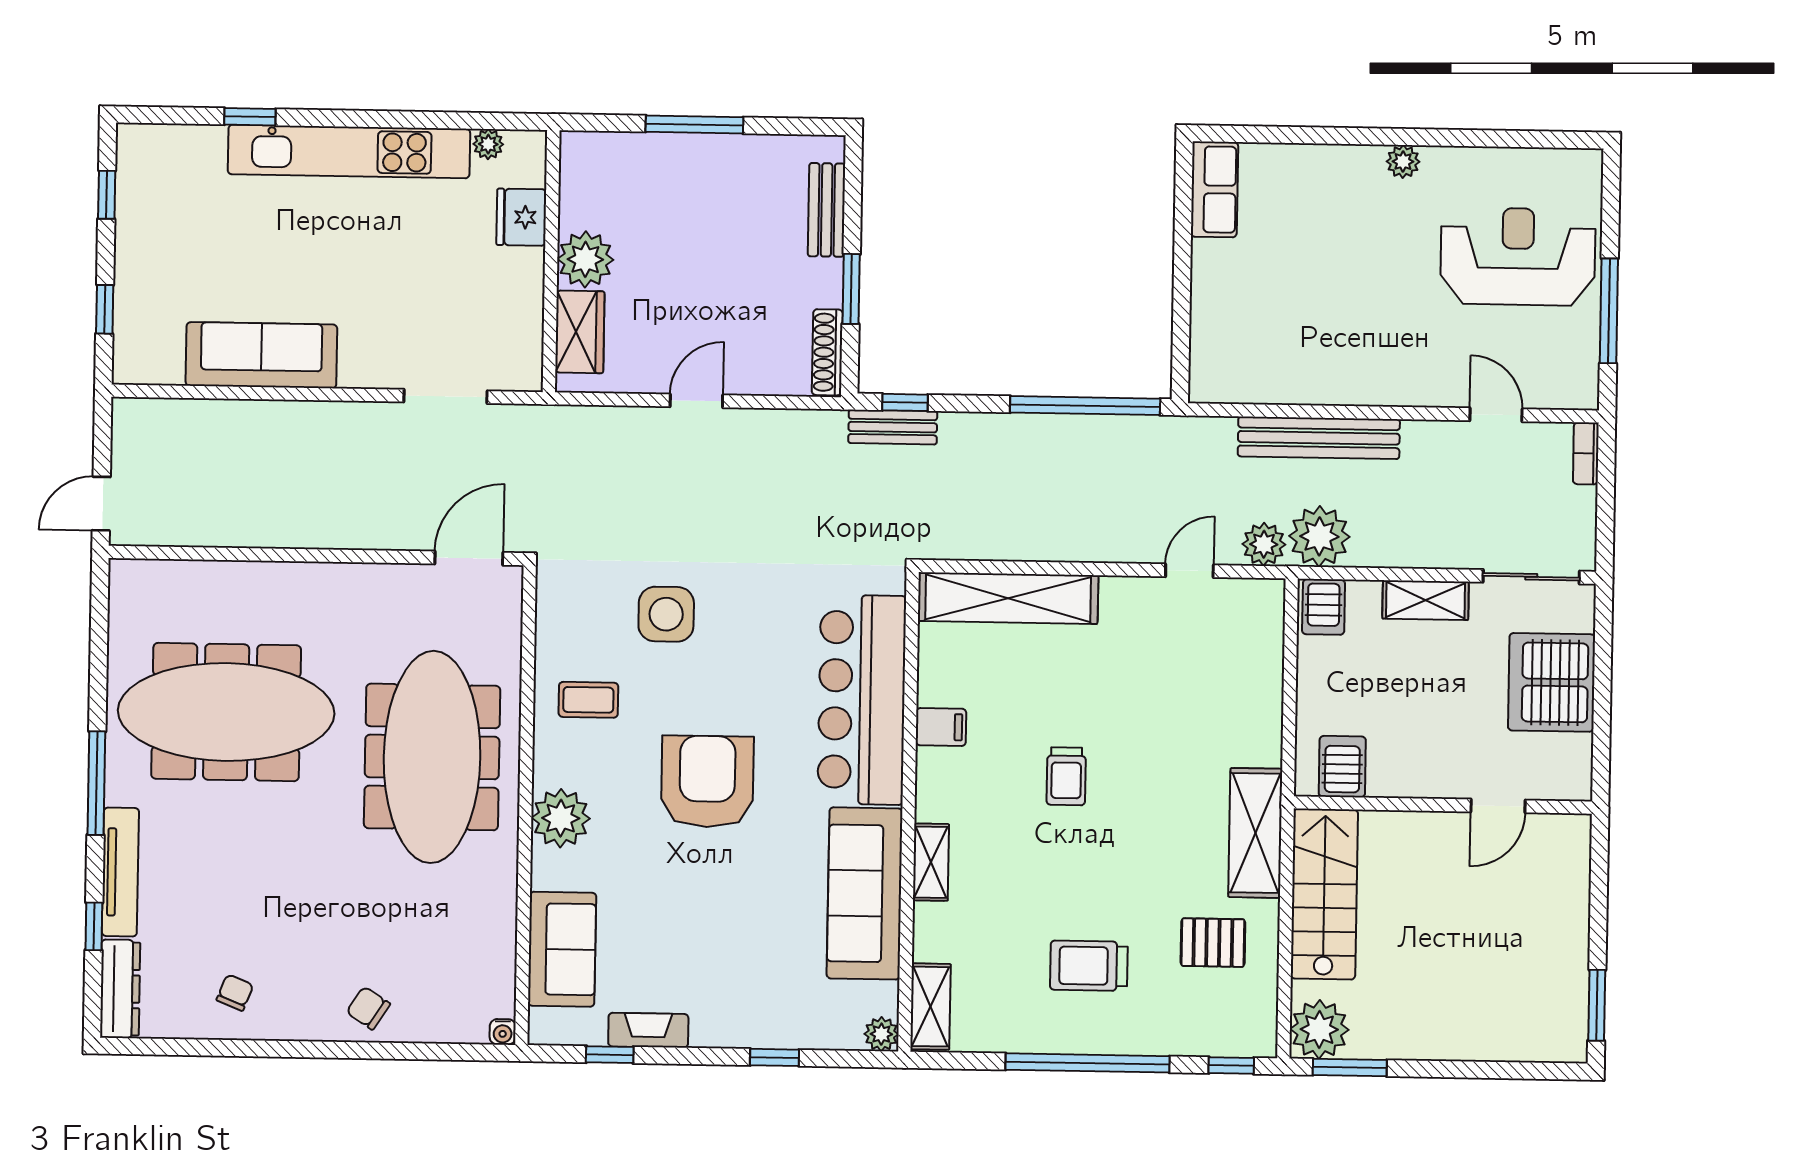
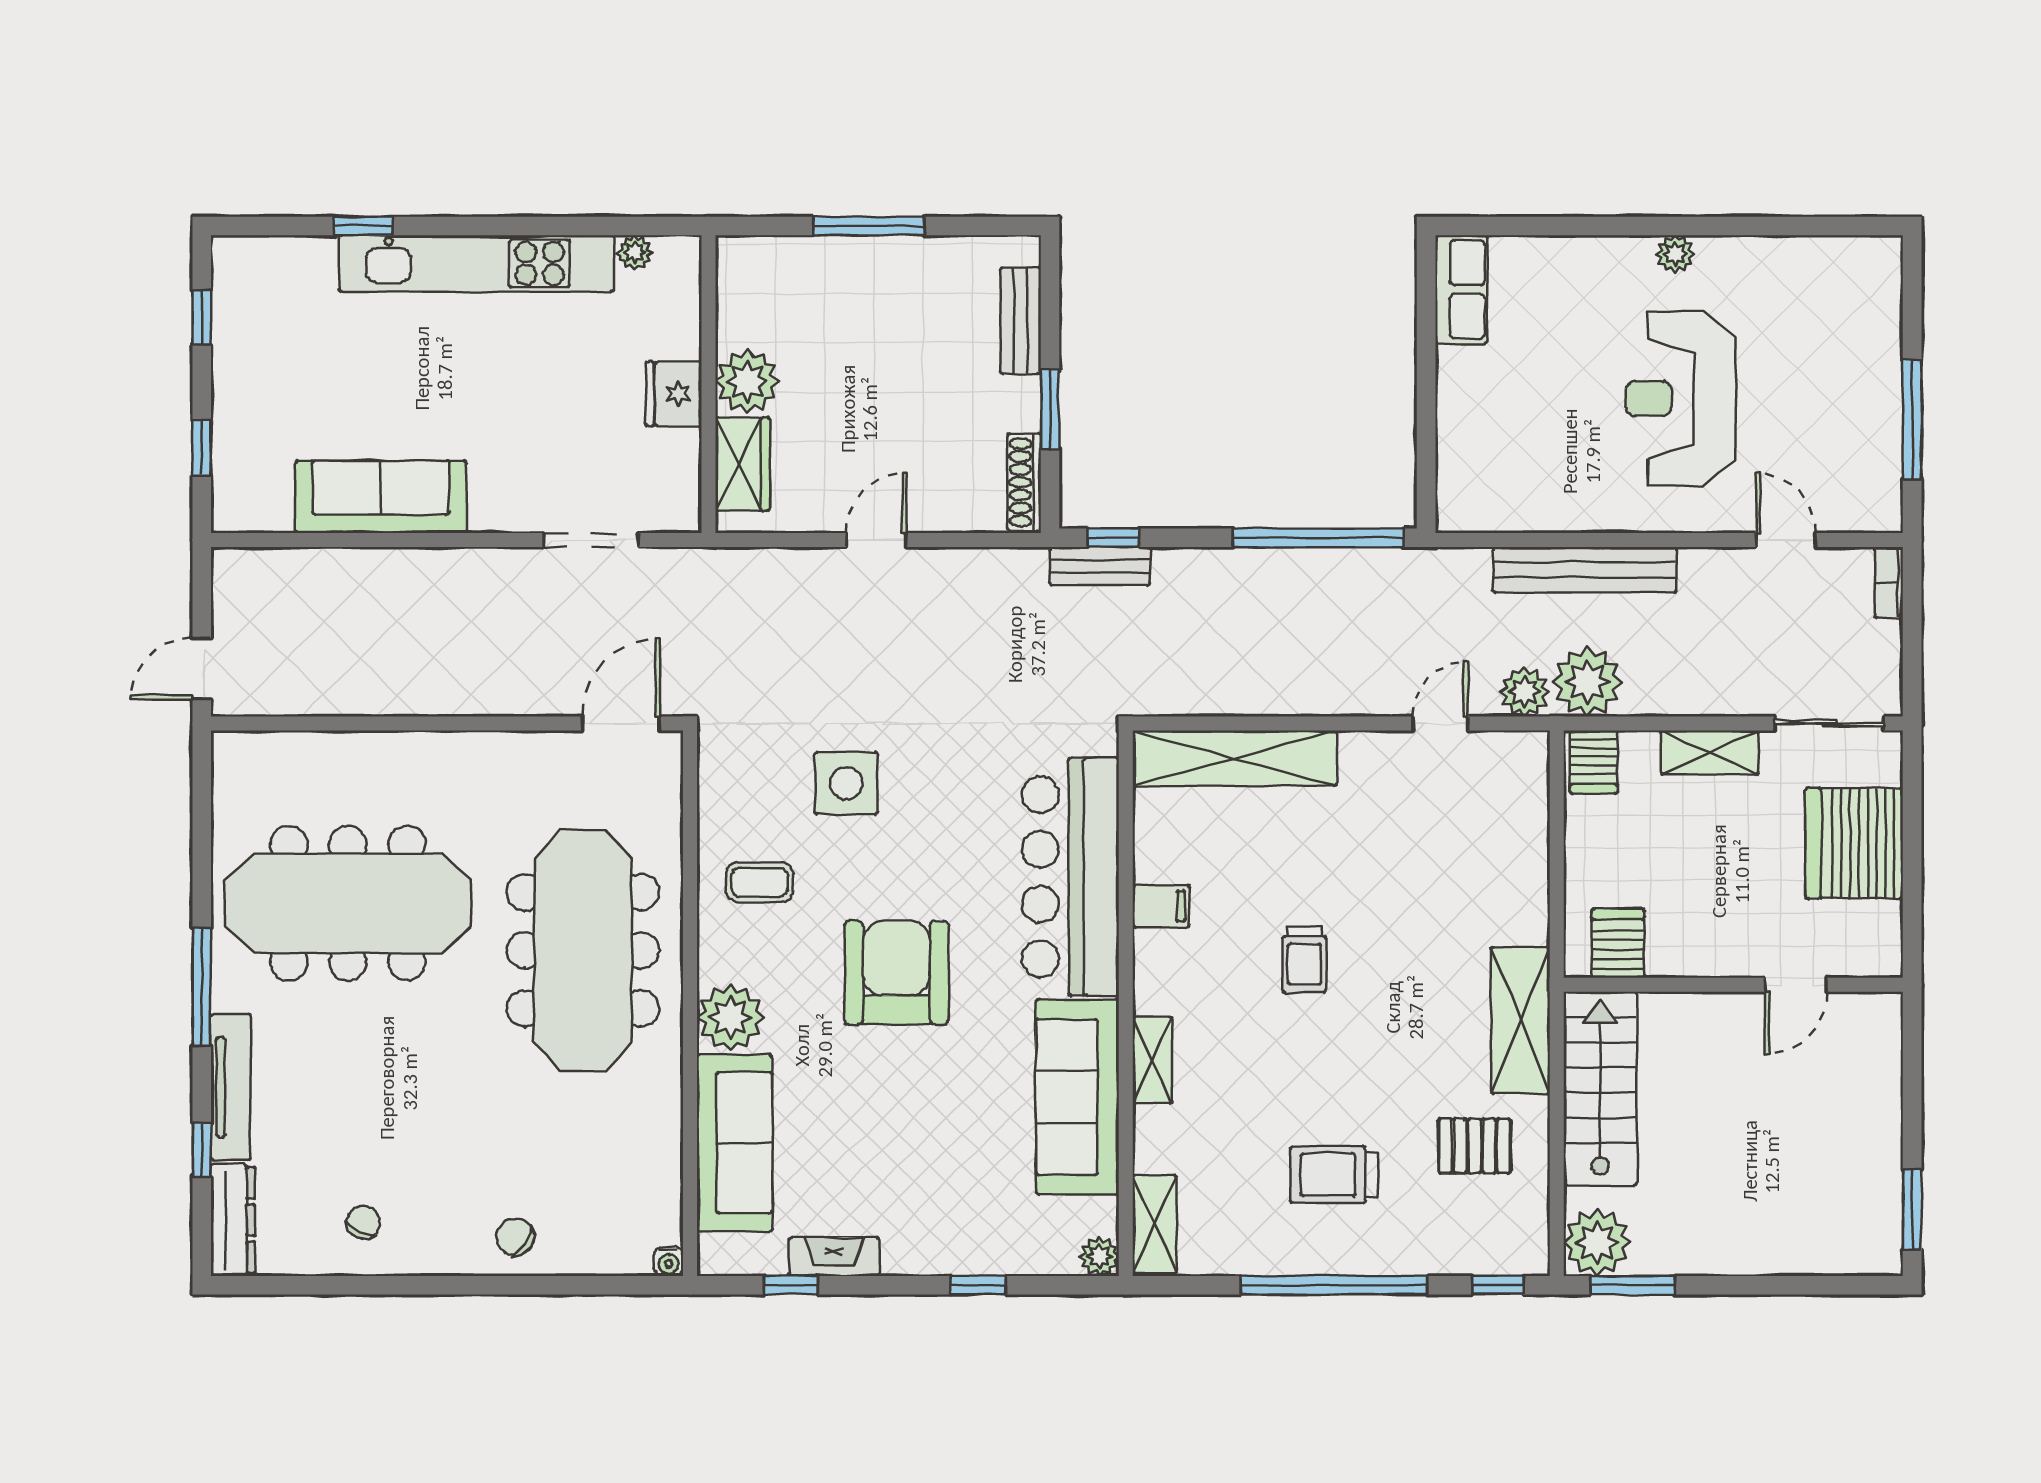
fridge: (521, 217) -> (674, 394), moved
reception desk: (1518, 257) -> (1681, 399), moved, turned -90
sofa: (562, 949) -> (735, 1143), width x1.36

